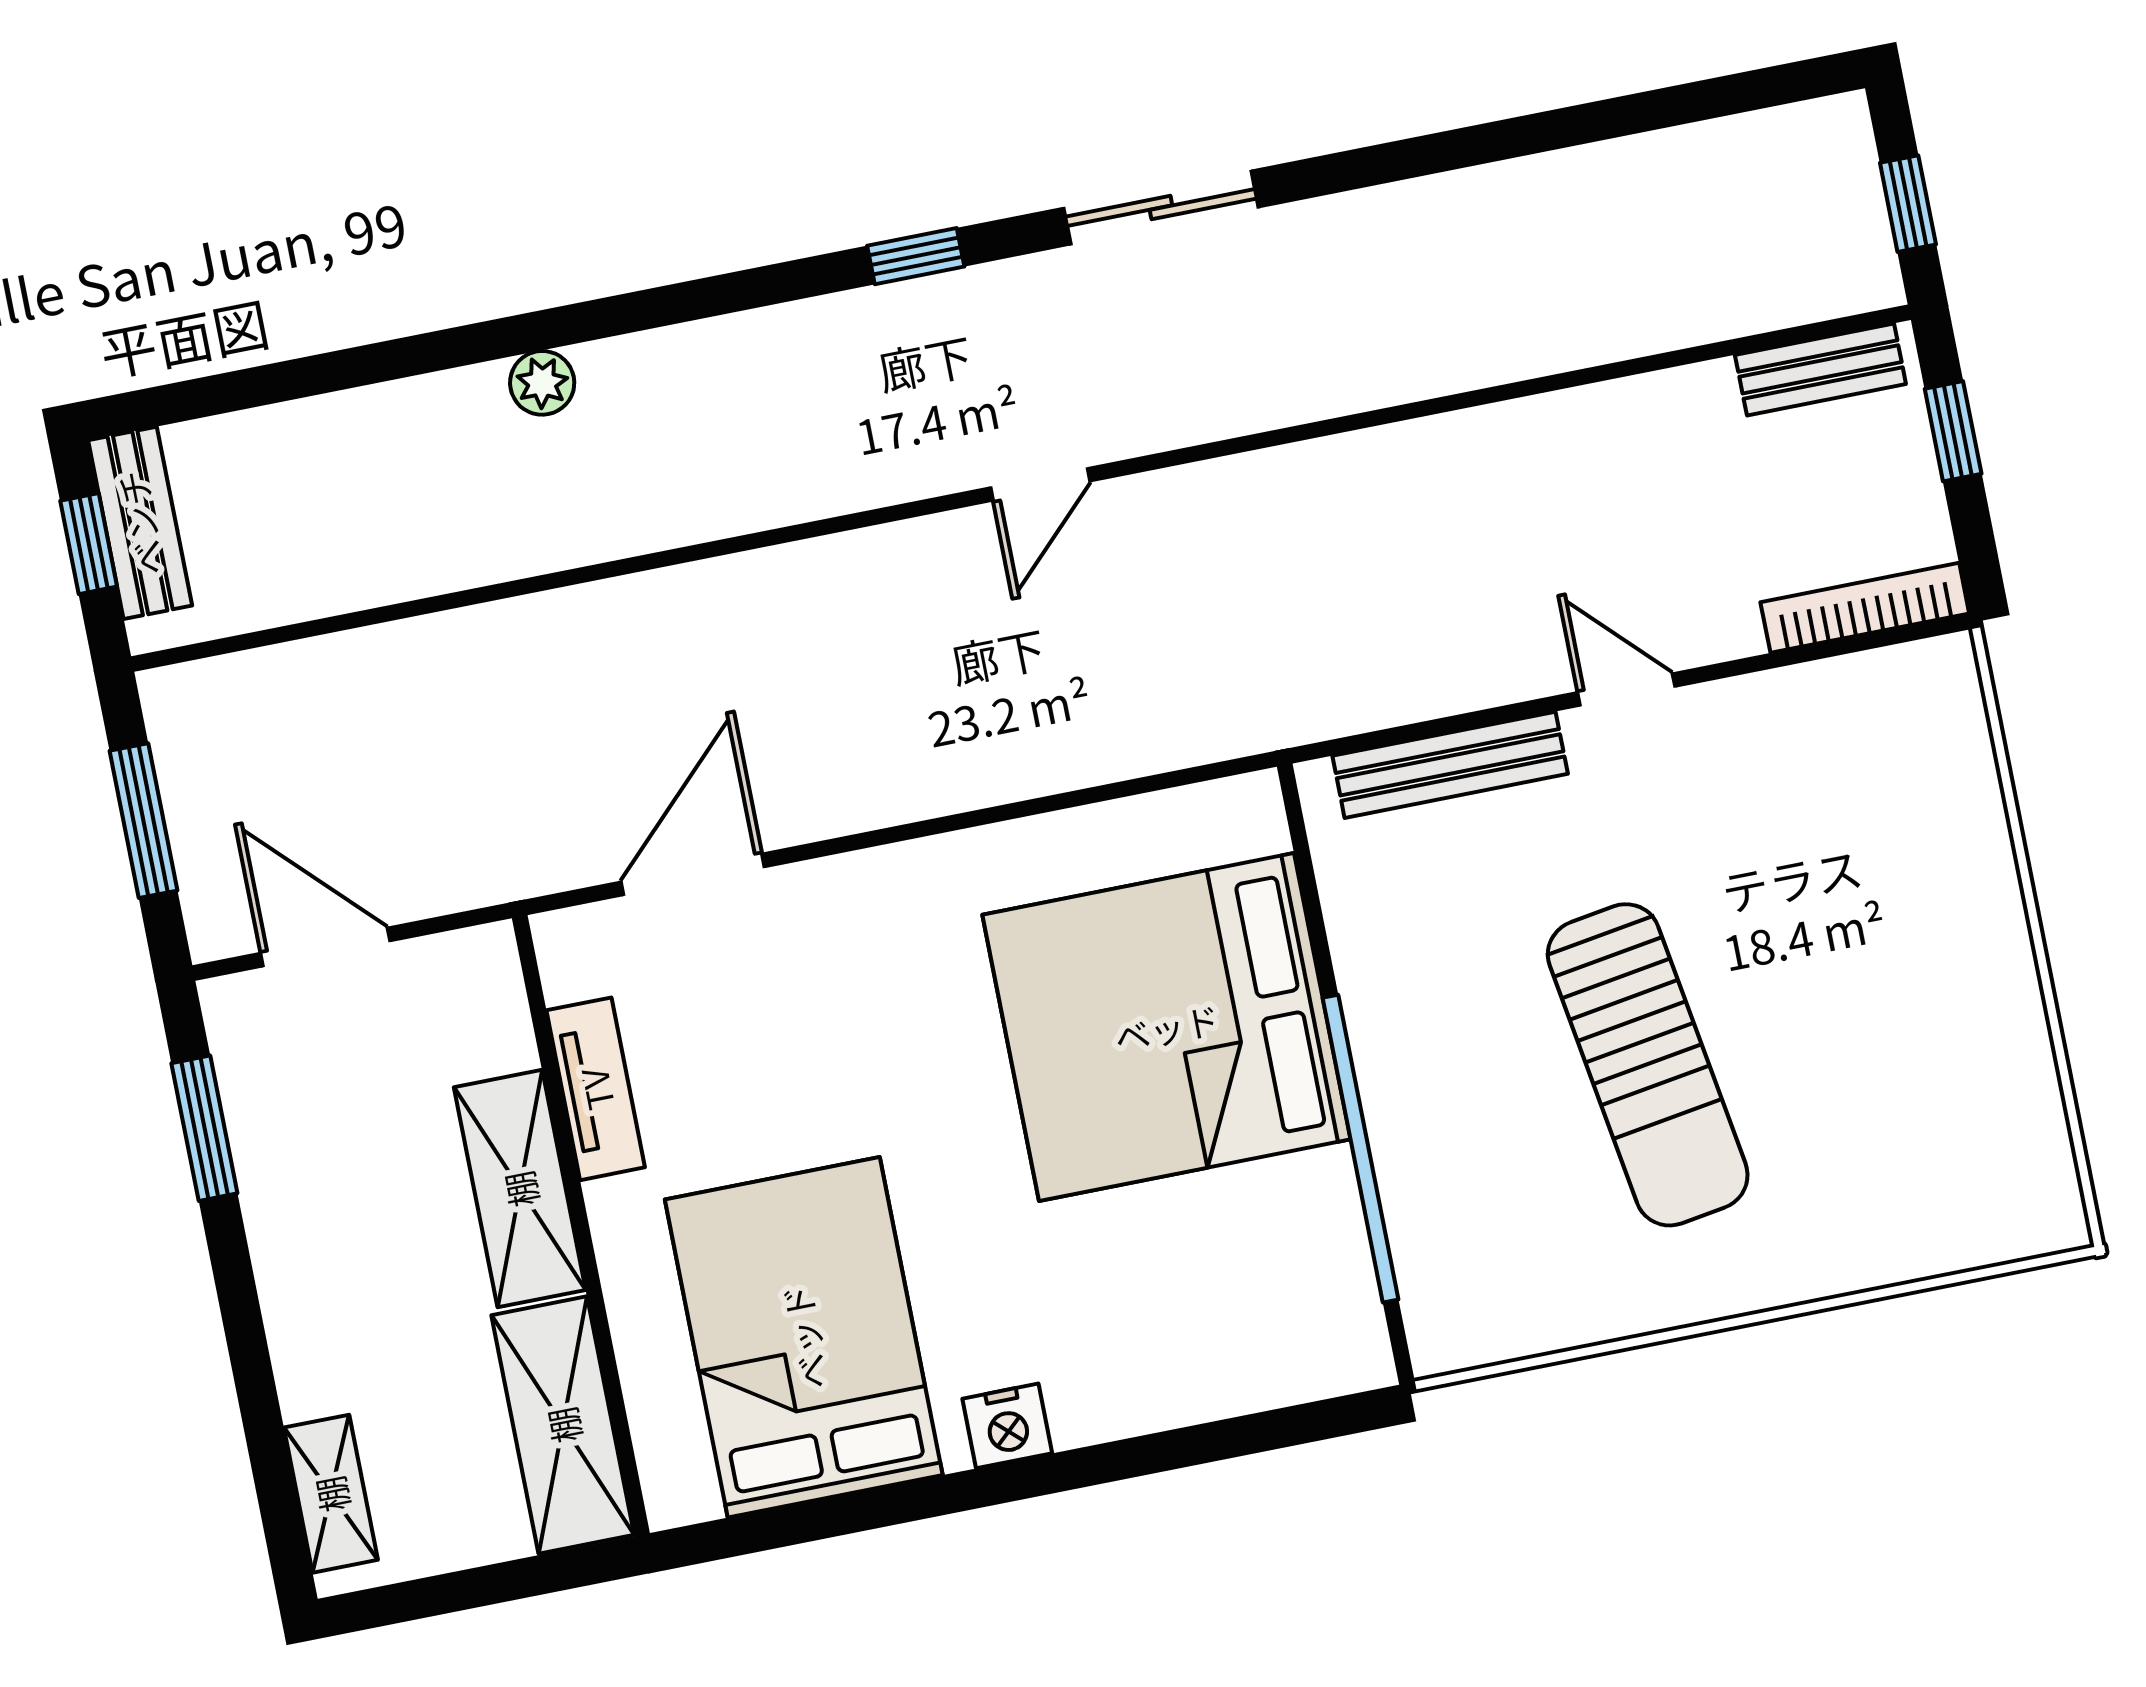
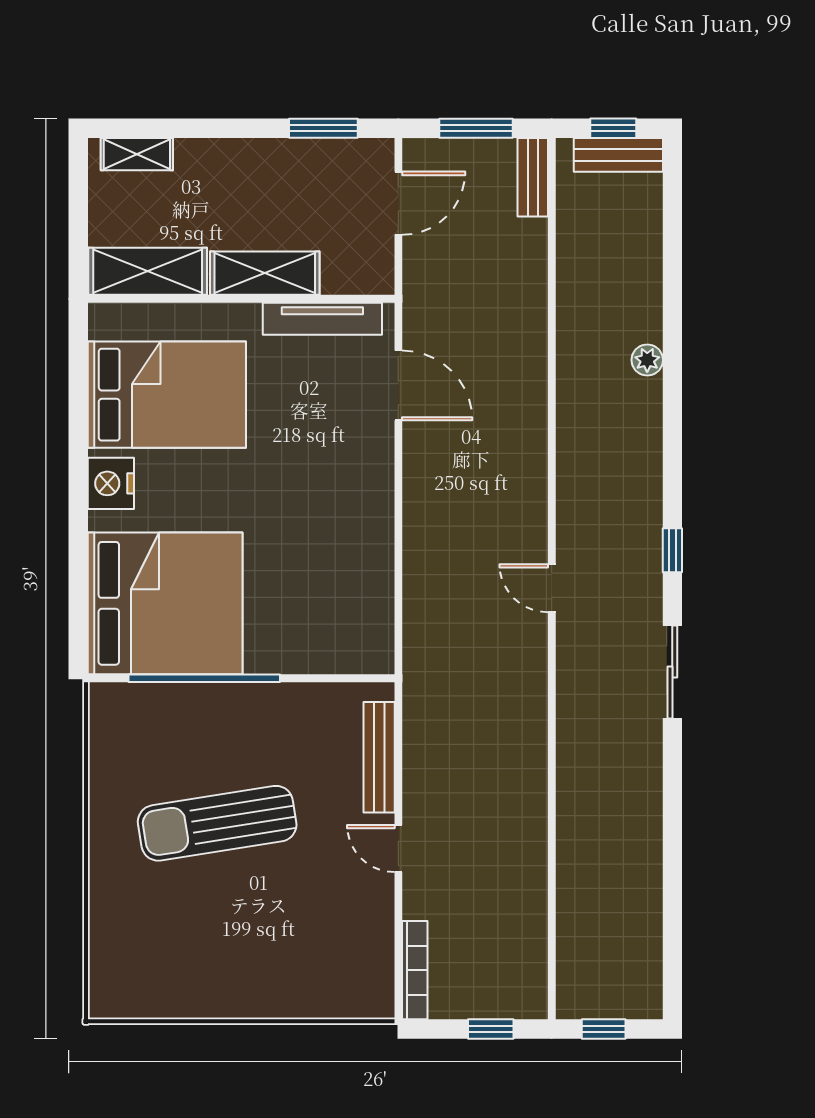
bench: (1820, 369) -> (533, 177), moved
door: (1626, 689) -> (398, 849), swing flipped
bed: (1167, 1027) -> (165, 603), moved, turned 90
tv unit: (596, 1089) -> (322, 319), width x1.41
nightstand: (1007, 1426) -> (111, 483), width x1.36, depth x1.33

